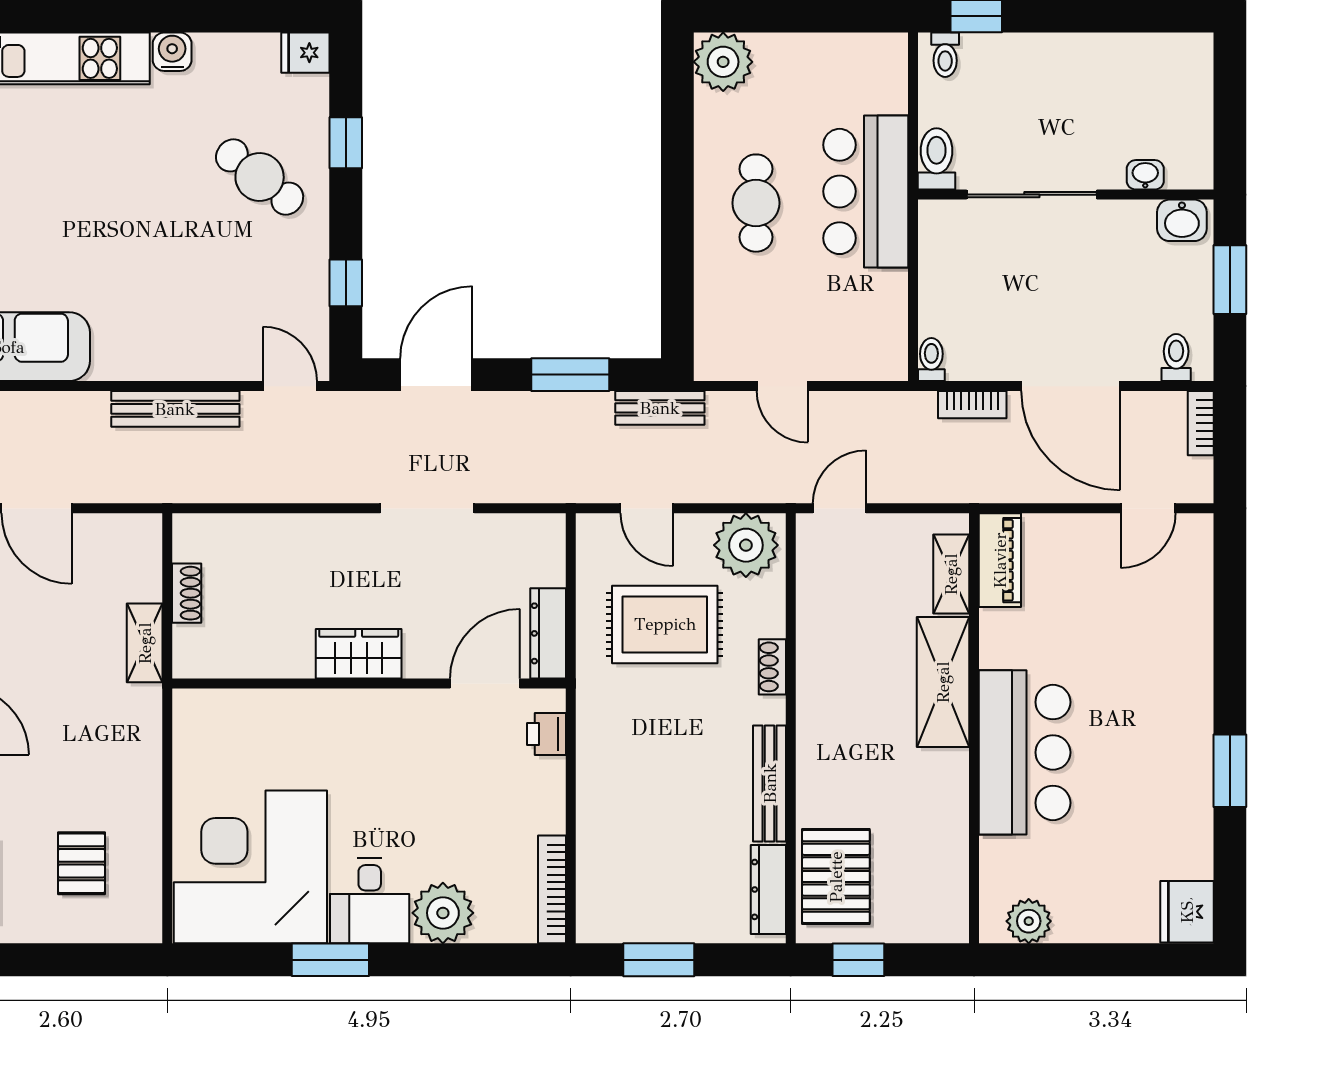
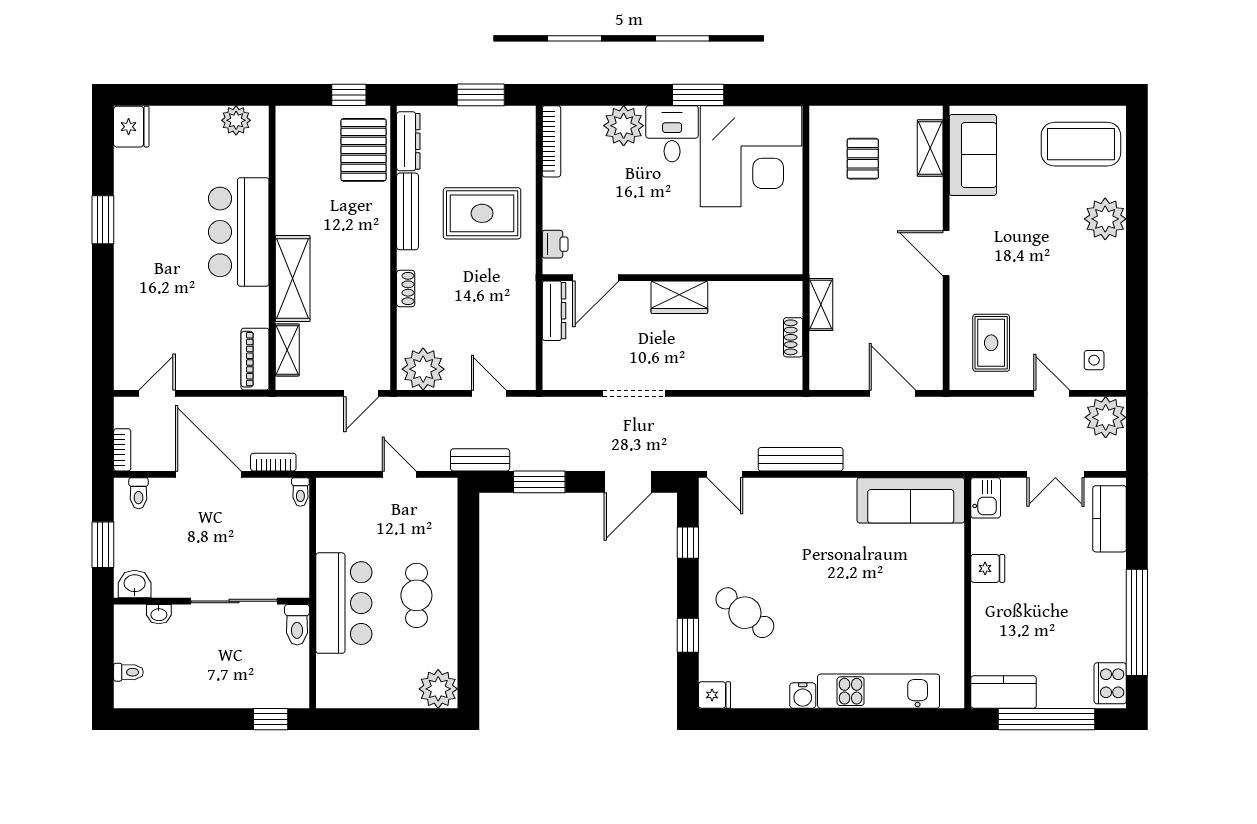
toilet: (945, 55) -> (128, 672), moved, turned 90
rug: (665, 624) -> (482, 213), moved

